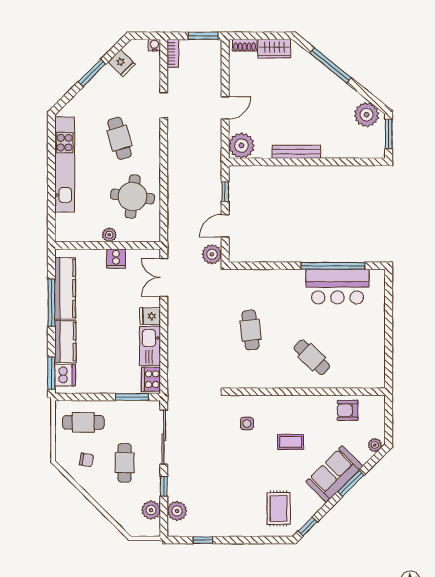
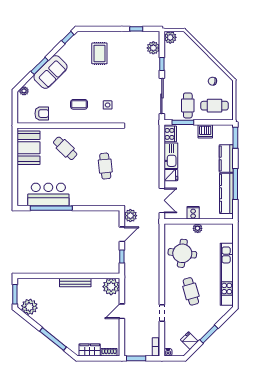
booth: (368, 358) -> (28, 148), added
dishwasher: (65, 375) -> (205, 131), moved, turned -90
coffee table: (291, 442) -> (79, 104), moved
cafe table: (125, 463) -> (188, 105), moved
rug: (279, 508) -> (99, 53), moved
plant: (151, 510) -> (170, 37), moved

